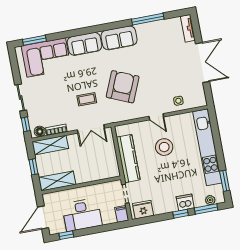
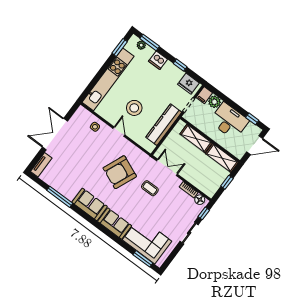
shelving: (50, 145) -> (196, 139), moved
window: (181, 214) -> (180, 65), moved
plant: (109, 217) -> (214, 102), added

